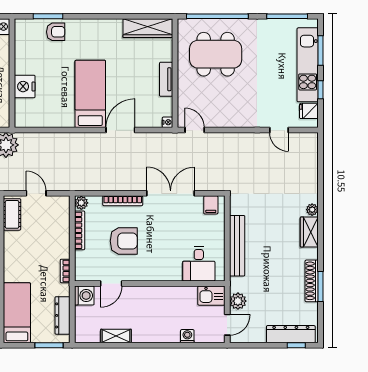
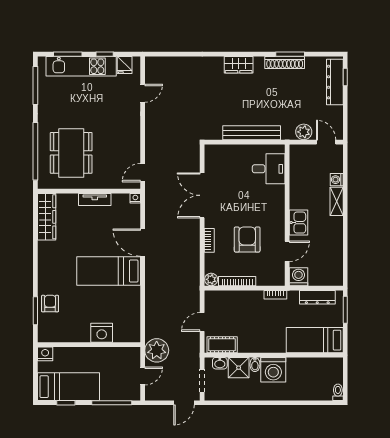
bookcase: (123, 201) -> (209, 240), width x0.64
filing cabinet: (211, 205) -> (213, 157), removed
plant: (312, 210) -> (218, 62), removed
door: (111, 283) -> (287, 251), hinge flipped
kitchen sink: (211, 296) -> (299, 223), moved
shelving: (116, 336) -> (337, 201), moved

